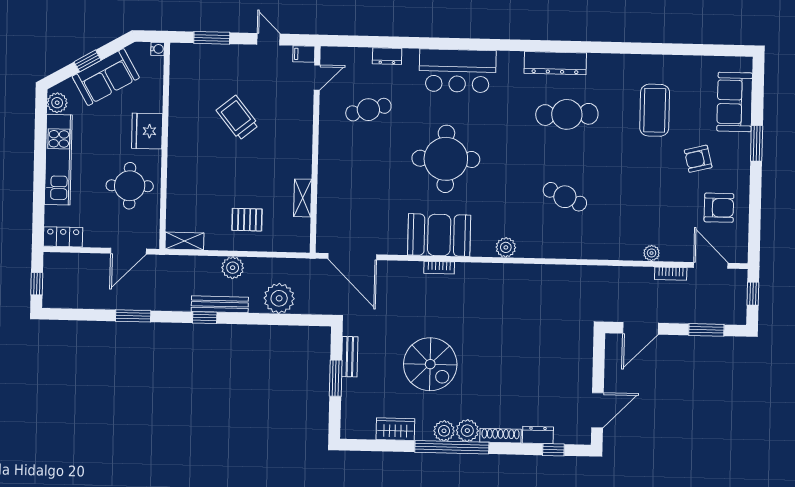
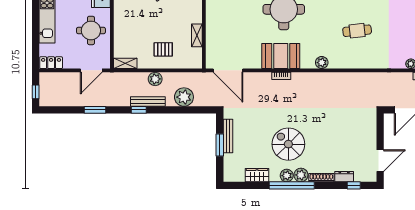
cafe table: (565, 197) -> (357, 31), turned -30
bench: (350, 357) -> (228, 136), width x1.36
spiral stairs: (430, 364) -> (288, 144), moved, turned 180

